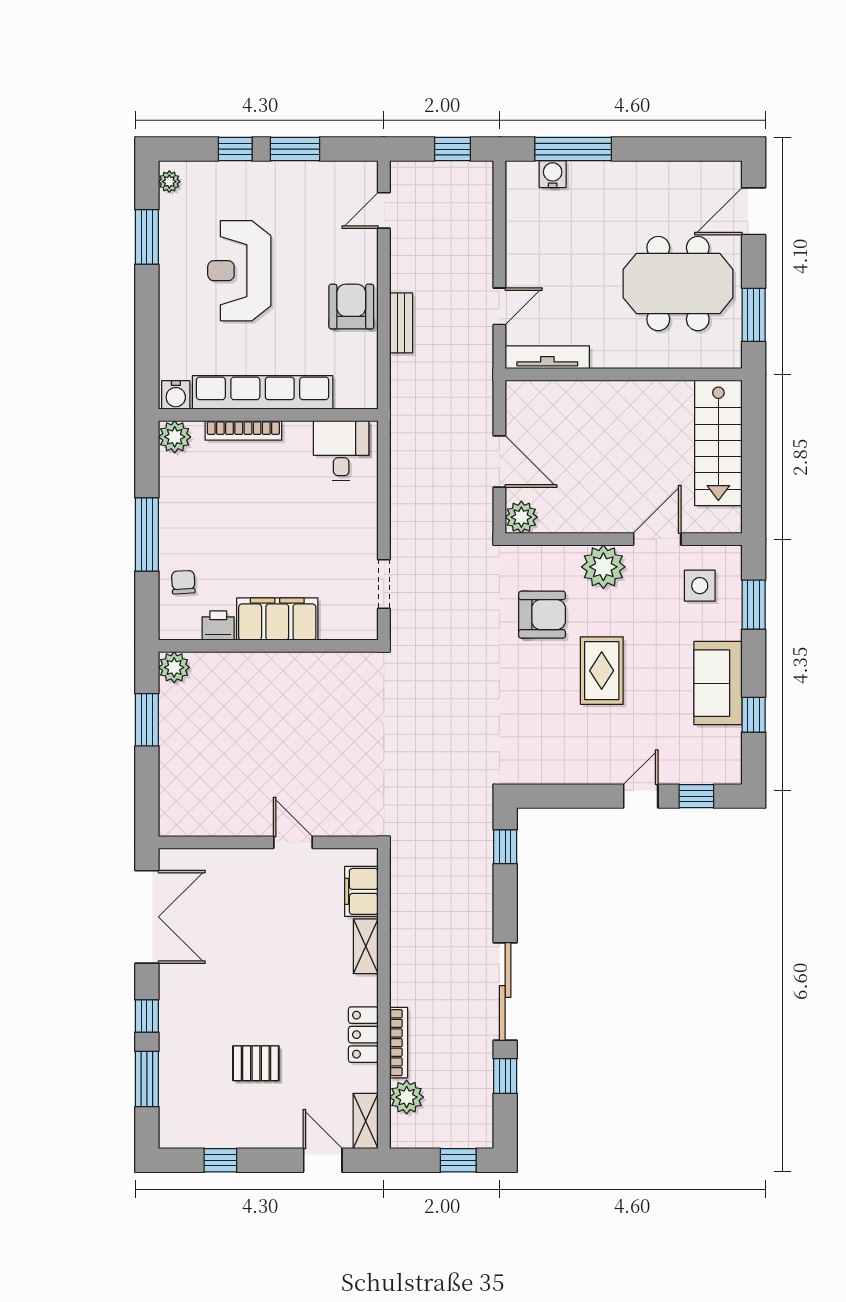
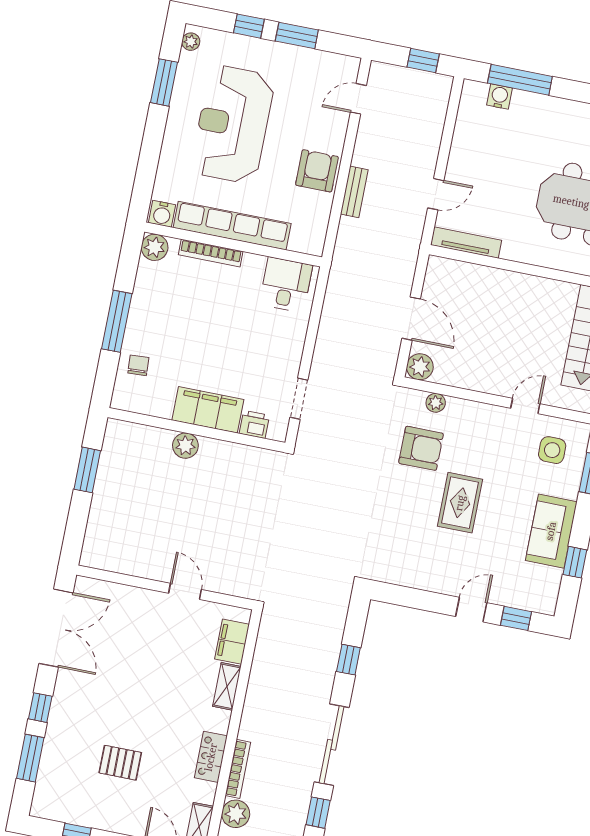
reception desk: (239, 271) -> (233, 124), width x1.36, depth x1.30
door: (657, 539) -> (525, 406), width x0.73
plant: (603, 567) -> (436, 403), moved, width x0.53, depth x0.53
printer: (218, 626) -> (254, 424), moved
plant: (174, 667) -> (185, 446), moved
window: (505, 847) -> (348, 660), moved

